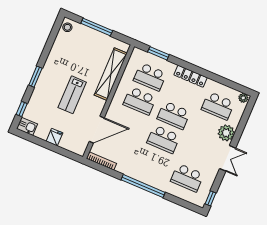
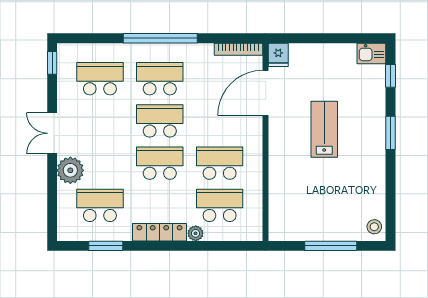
window: (158, 53) -> (106, 246), moved
shelving: (111, 74) -> (280, 185), removed
plant: (243, 98) -> (196, 233), moved
fridge: (54, 137) -> (278, 55), moved
school desk: (153, 163) -> (160, 79), added

